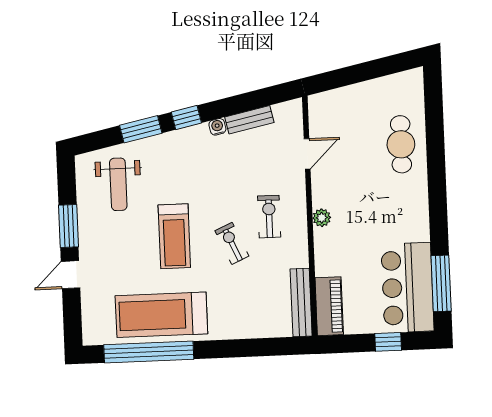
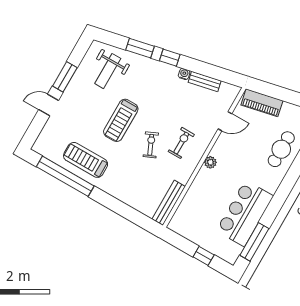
bar counter: (407, 288) -> (245, 213), moved
piano: (329, 306) -> (262, 103), moved, turned 78
treadmill: (161, 315) -> (86, 160), width x0.73, depth x0.73

